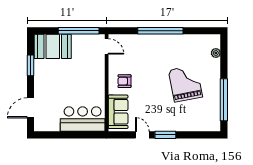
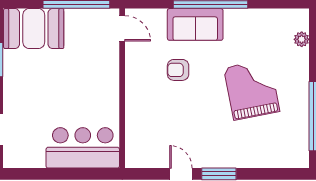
armchair: (125, 81) -> (178, 70), moved
sofa: (118, 112) -> (195, 24), moved, turned 90

